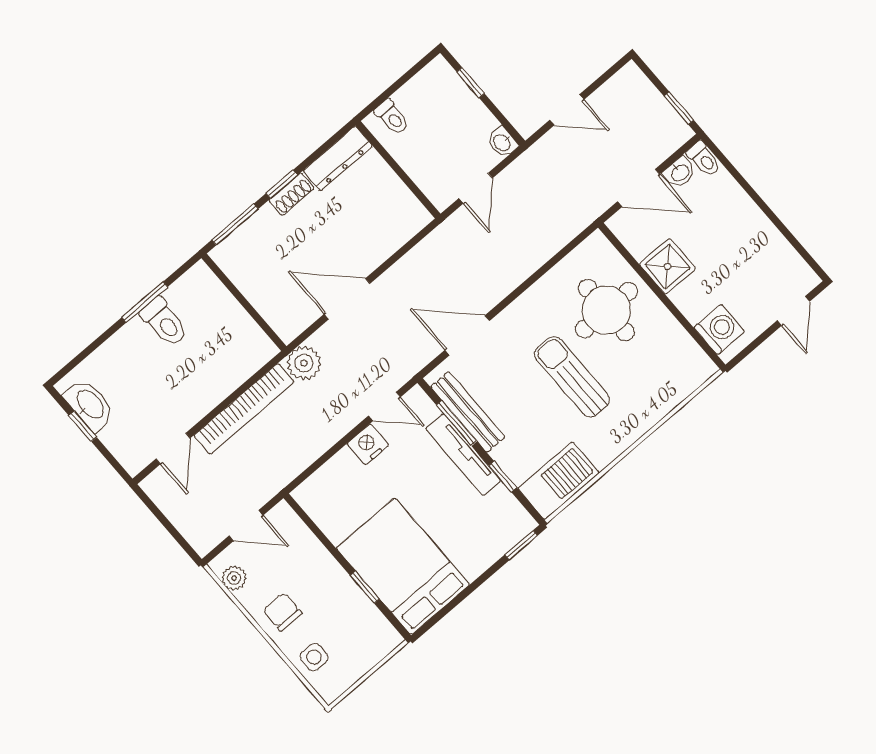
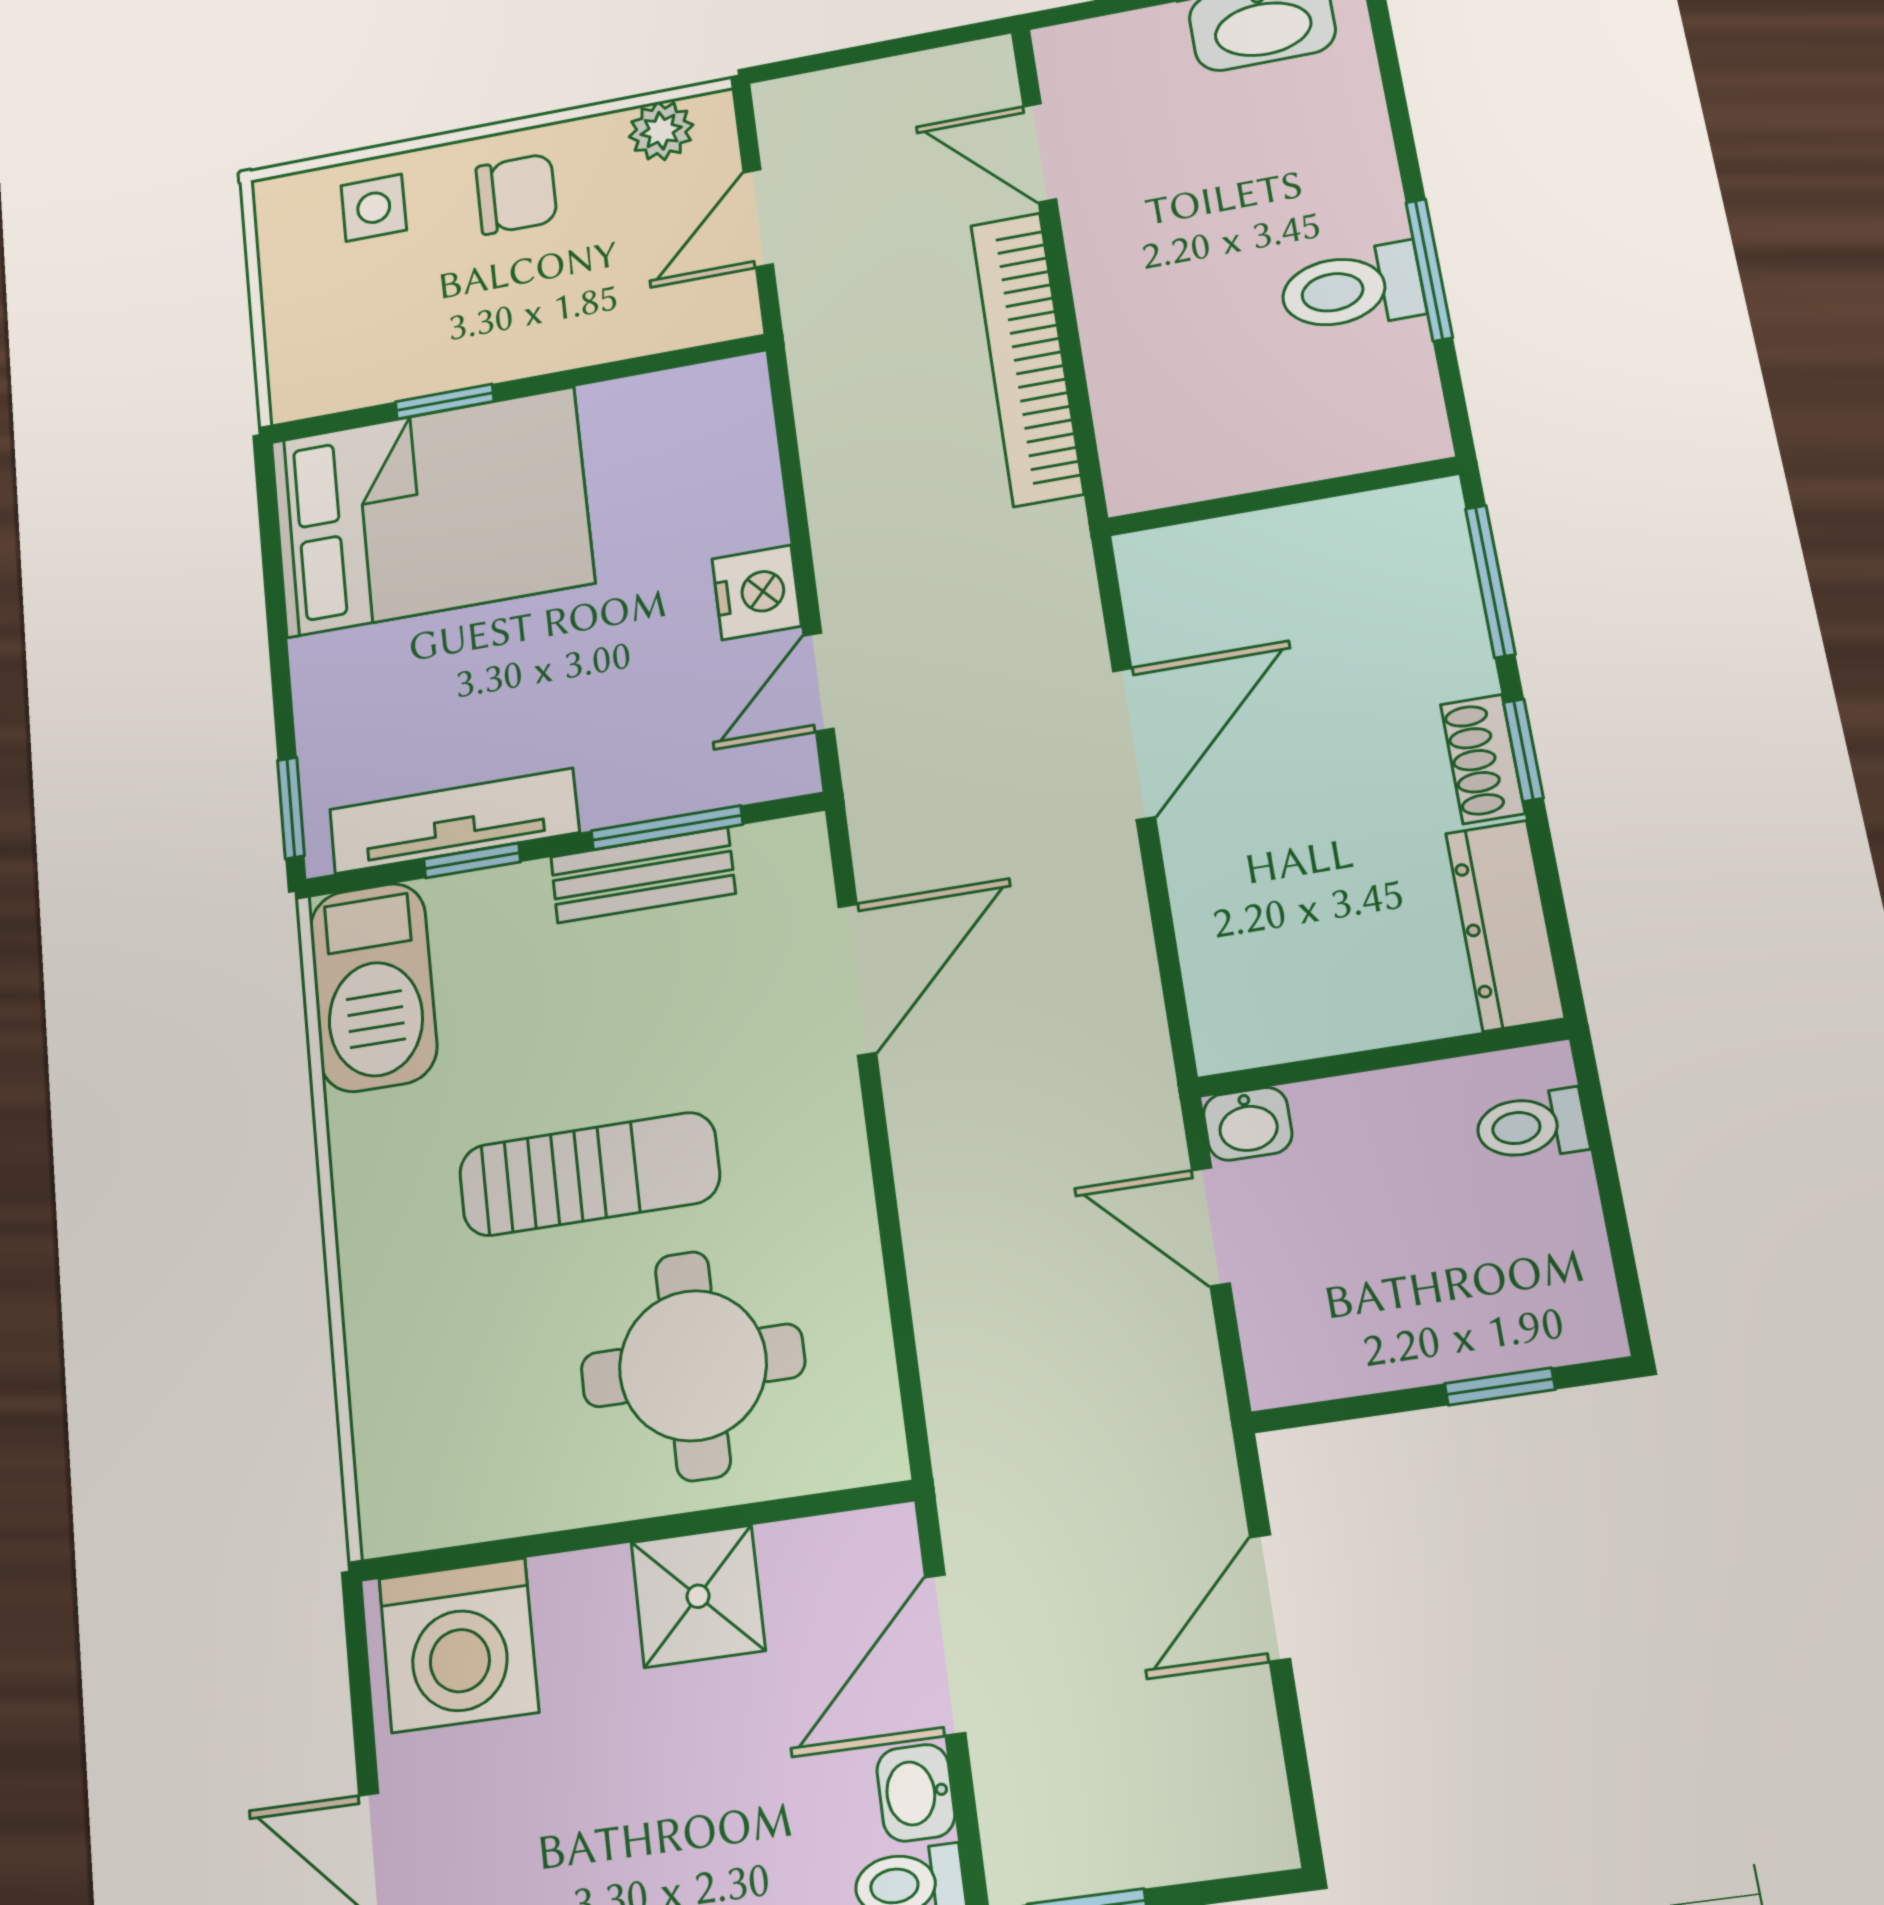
washbasin: (502, 142) -> (1248, 1124), moved, turned 180
washing machine: (719, 329) -> (459, 1645), width x1.37, depth x1.37
plant: (304, 363) -> (1044, 554), removed
bench: (468, 412) -> (643, 875), width x0.73
tv unit: (463, 455) -> (454, 821), moved

